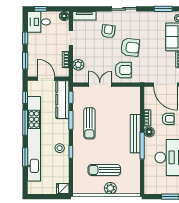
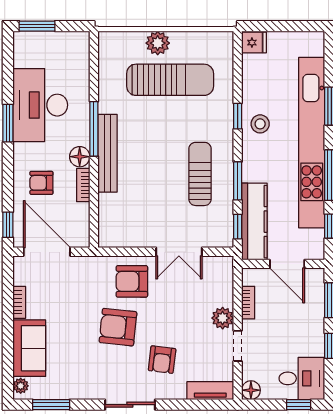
plant: (78, 65) -> (223, 318), moved
sun lounger: (104, 170) -> (170, 80), width x1.36, depth x1.34

